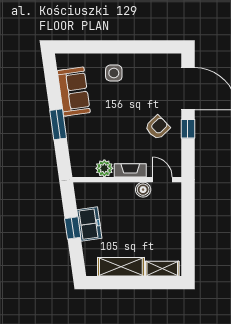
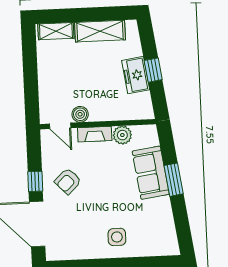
sofa: (74, 92) -> (151, 173), moved

